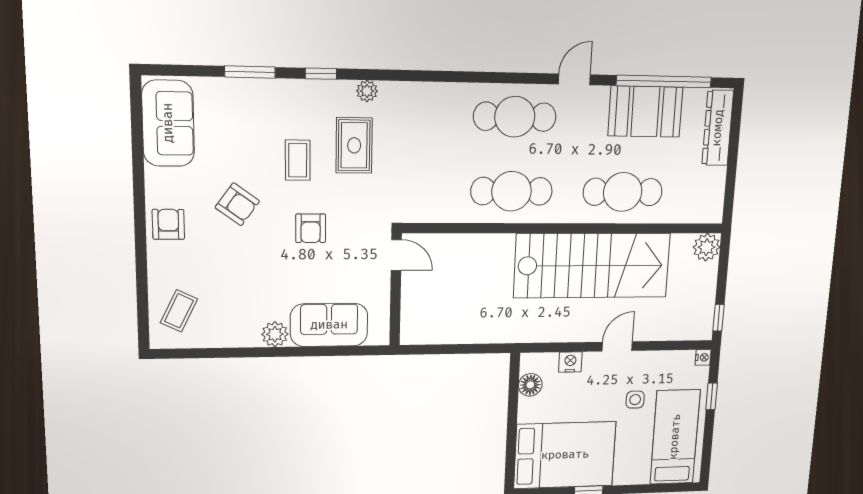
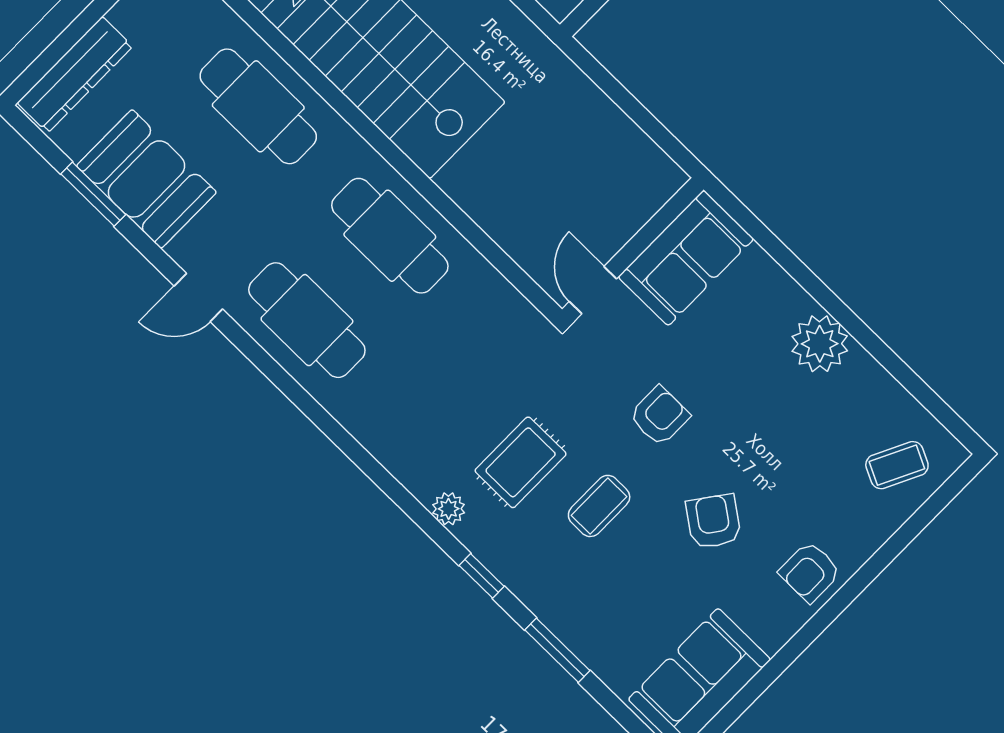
window: (664, 81) -> (93, 194), width x0.47
sofa: (329, 325) -> (686, 258), moved, turned -90
plant: (275, 334) -> (820, 344), width x1.36, depth x1.36

